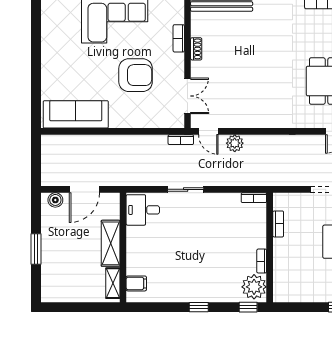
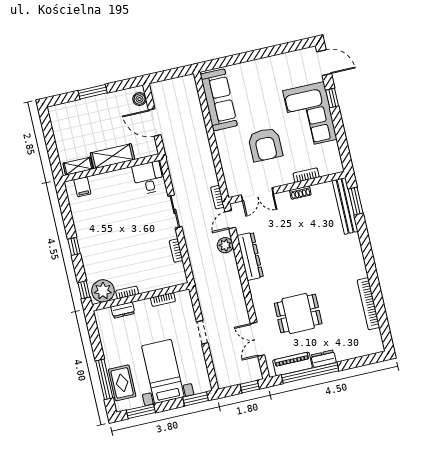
dresser: (253, 119) -> (250, 256), added
bookcase: (254, 198) -> (176, 251), moved
dresser: (280, 270) -> (123, 310), added

